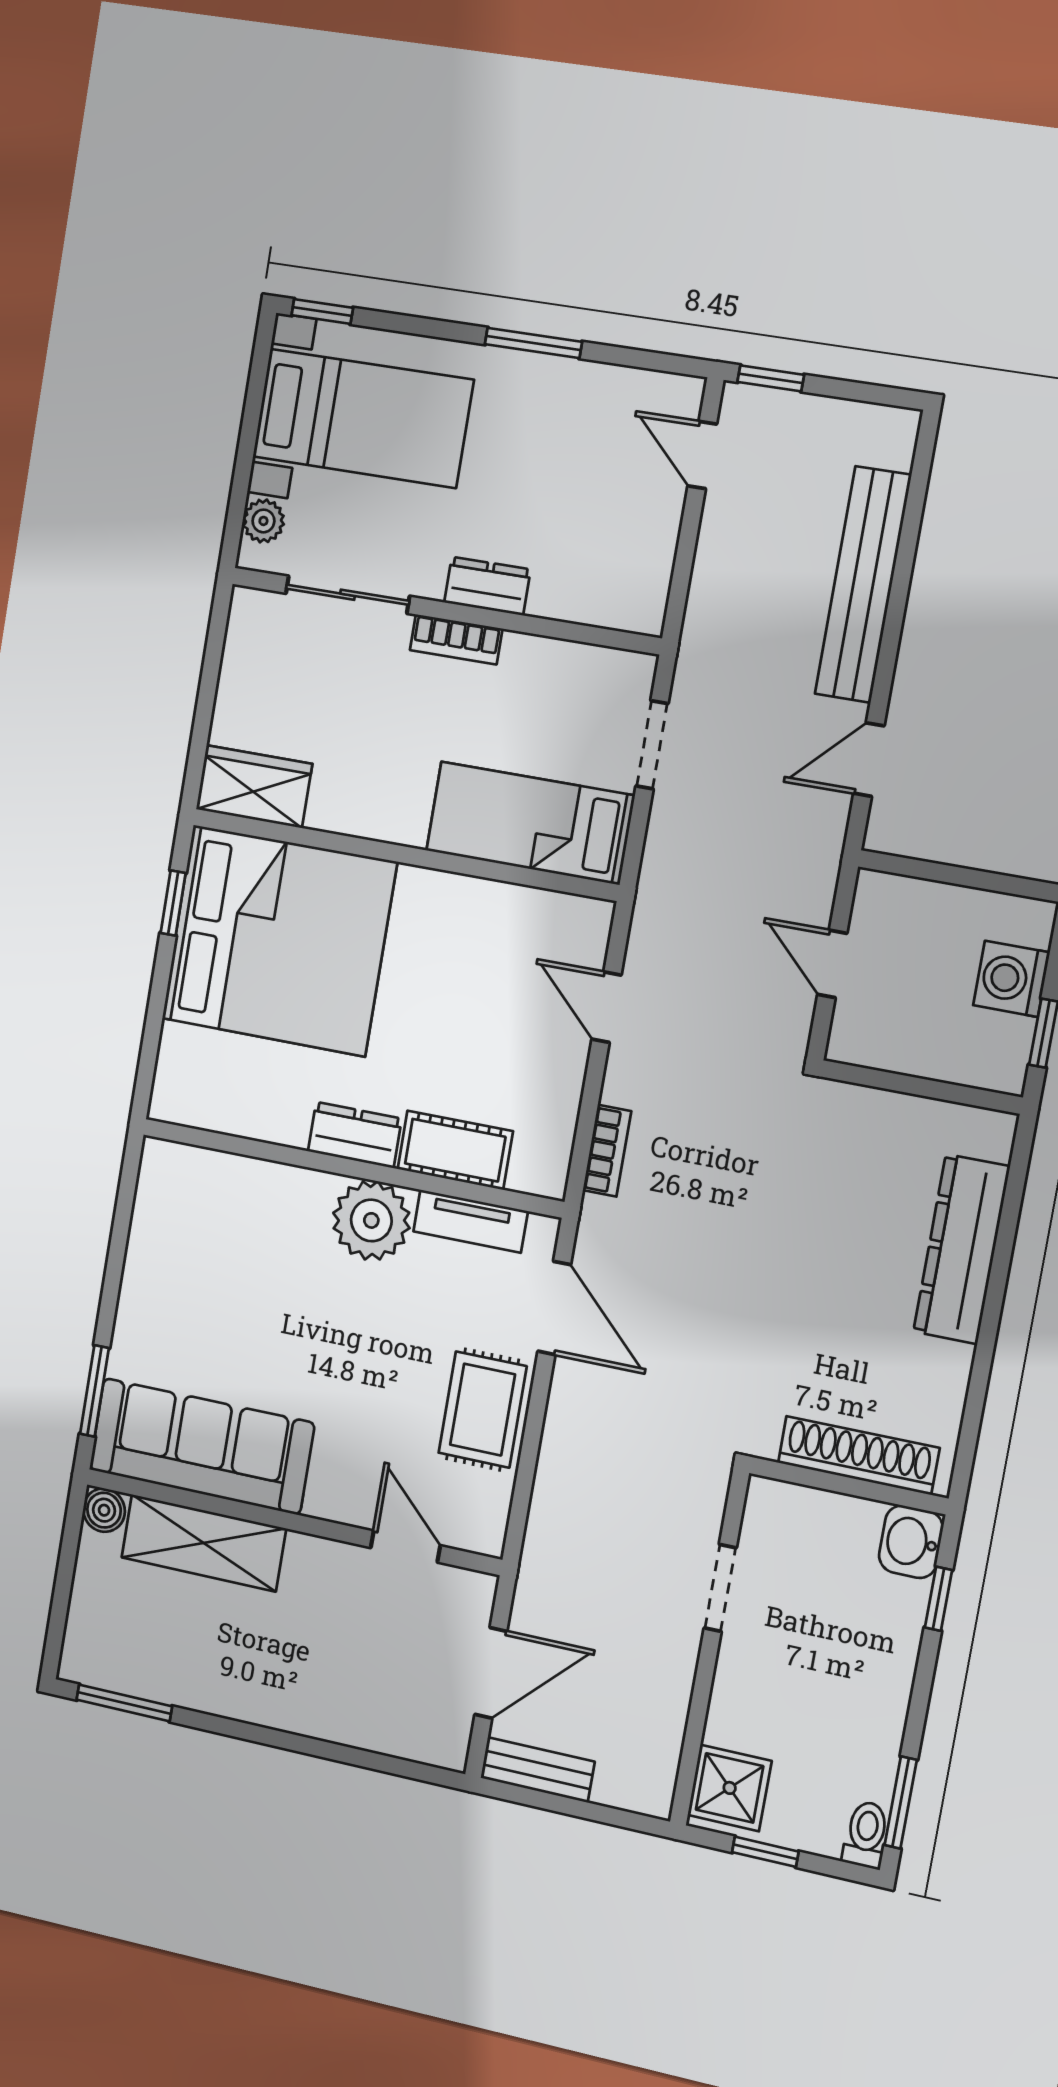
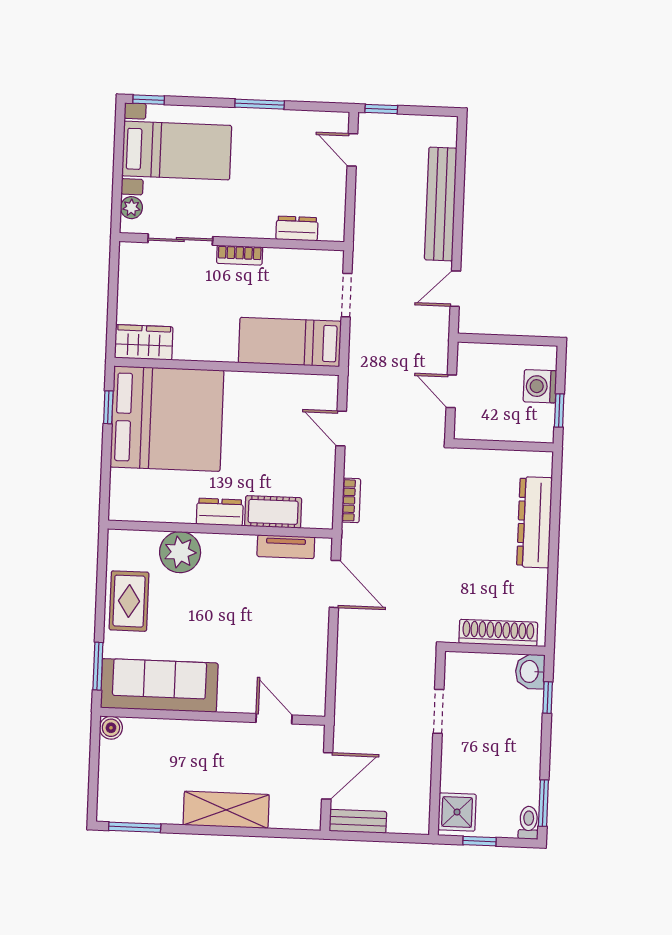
dresser: (487, 586) -> (297, 228), moved
plant: (371, 1220) -> (180, 552), moved
rug: (483, 1410) -> (129, 601), moved
shelving: (204, 1543) -> (226, 810), moved

